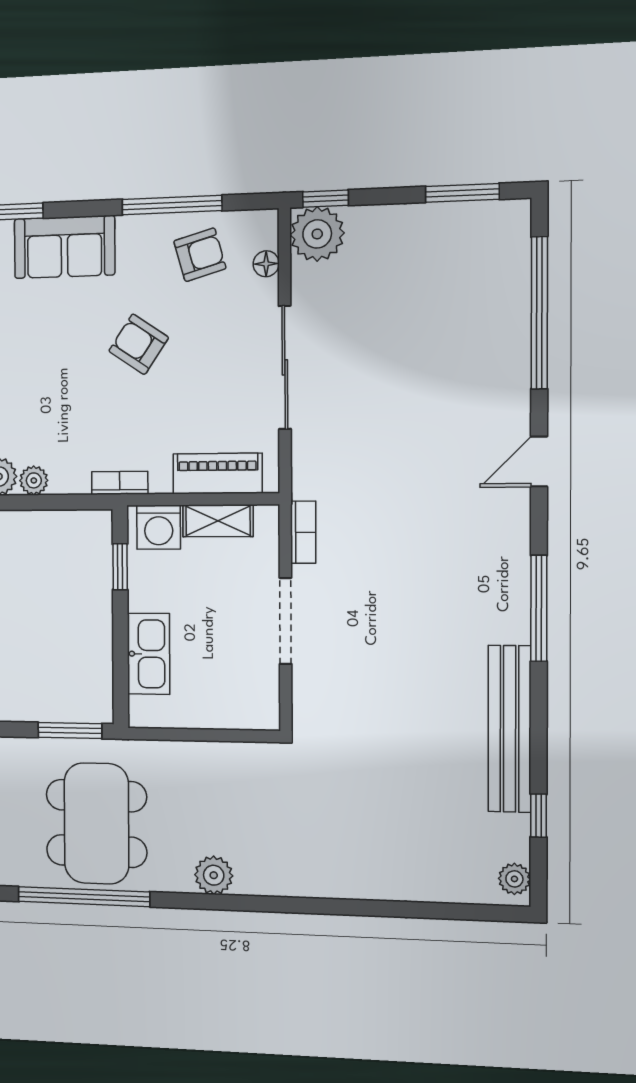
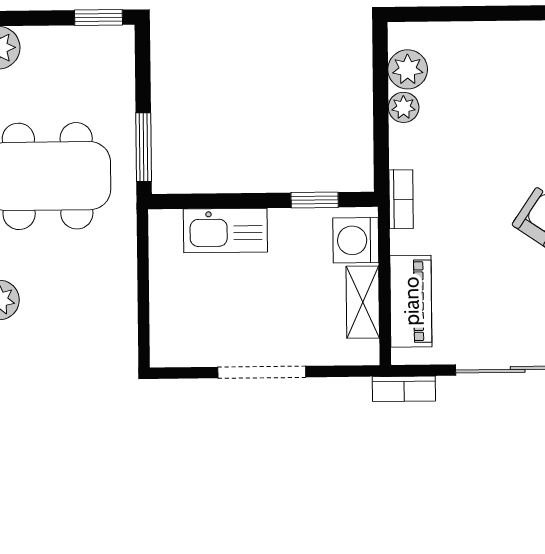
bookcase: (303, 532) -> (404, 389), moved

